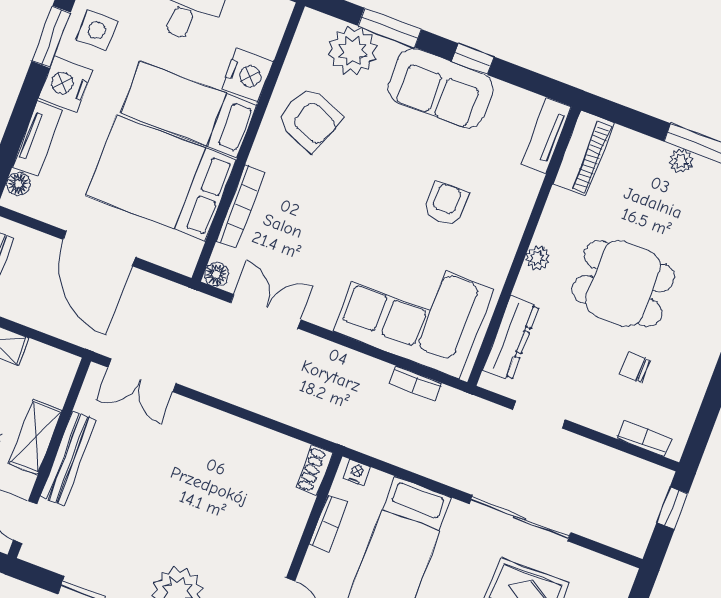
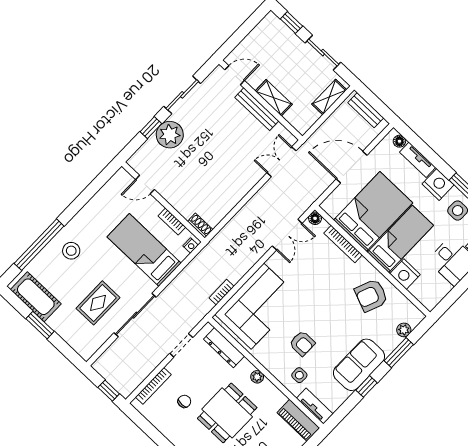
plant: (353, 51) -> (404, 330), width x0.53, depth x0.53
side table: (503, 185) -> (299, 375), added
bookcase: (644, 438) -> (153, 386), width x1.56

